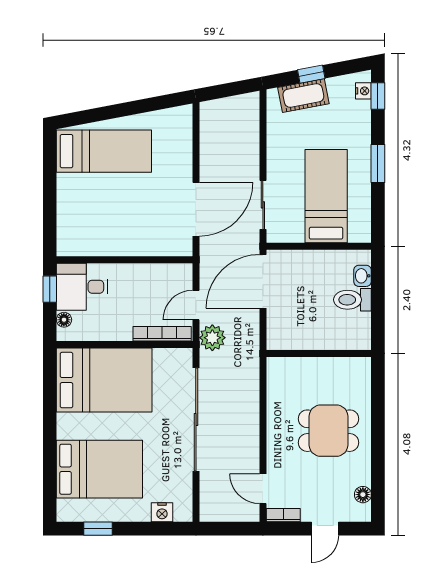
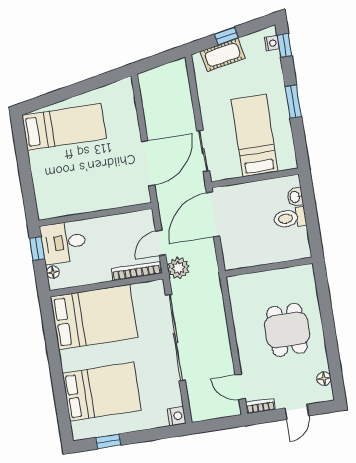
dining table: (329, 431) -> (287, 330), turned 90
nightstand: (162, 512) -> (177, 416), moved, turned -90

